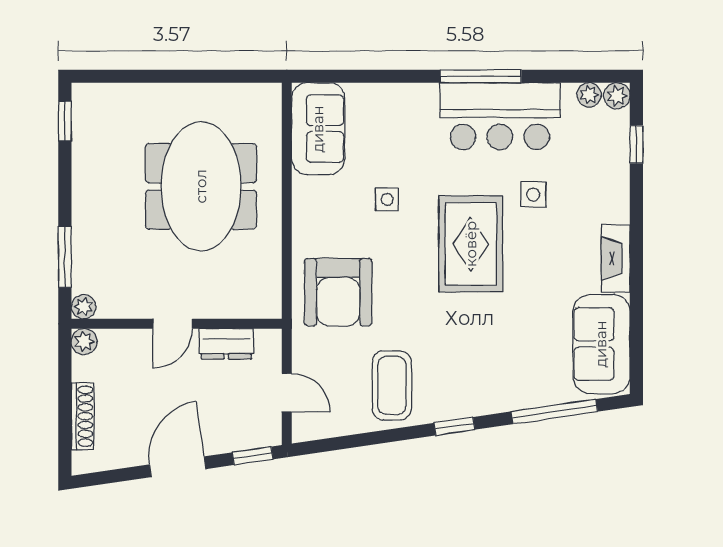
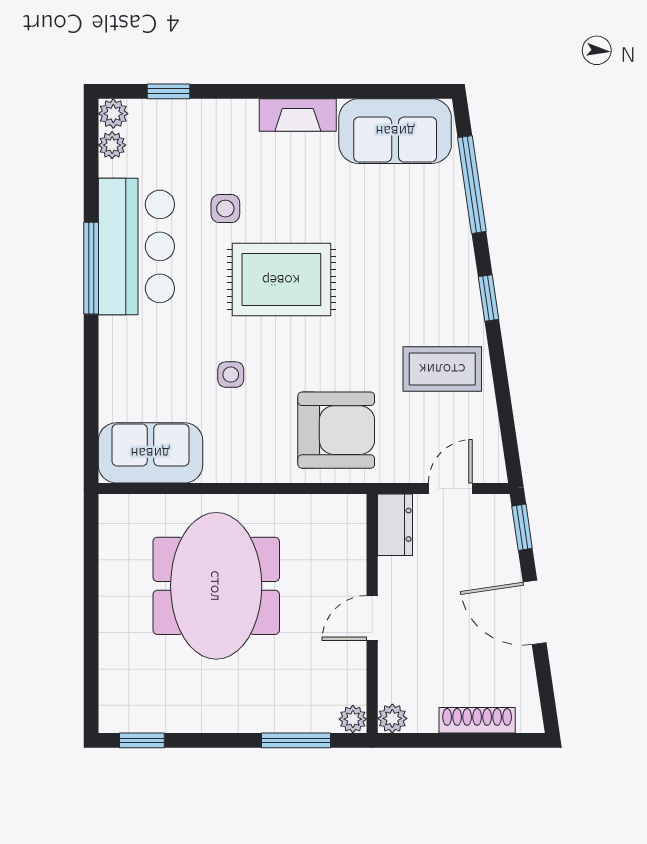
meeting table: (201, 186) -> (216, 586), turned 90
door: (173, 324) -> (372, 618), swing flipped
dresser: (226, 344) -> (395, 525), moved

